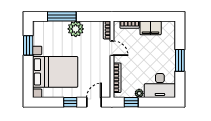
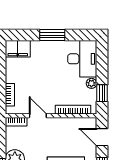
filing cabinet: (151, 28) -> (18, 49), moved, turned 90
door: (112, 48) -> (38, 116), hinge flipped

